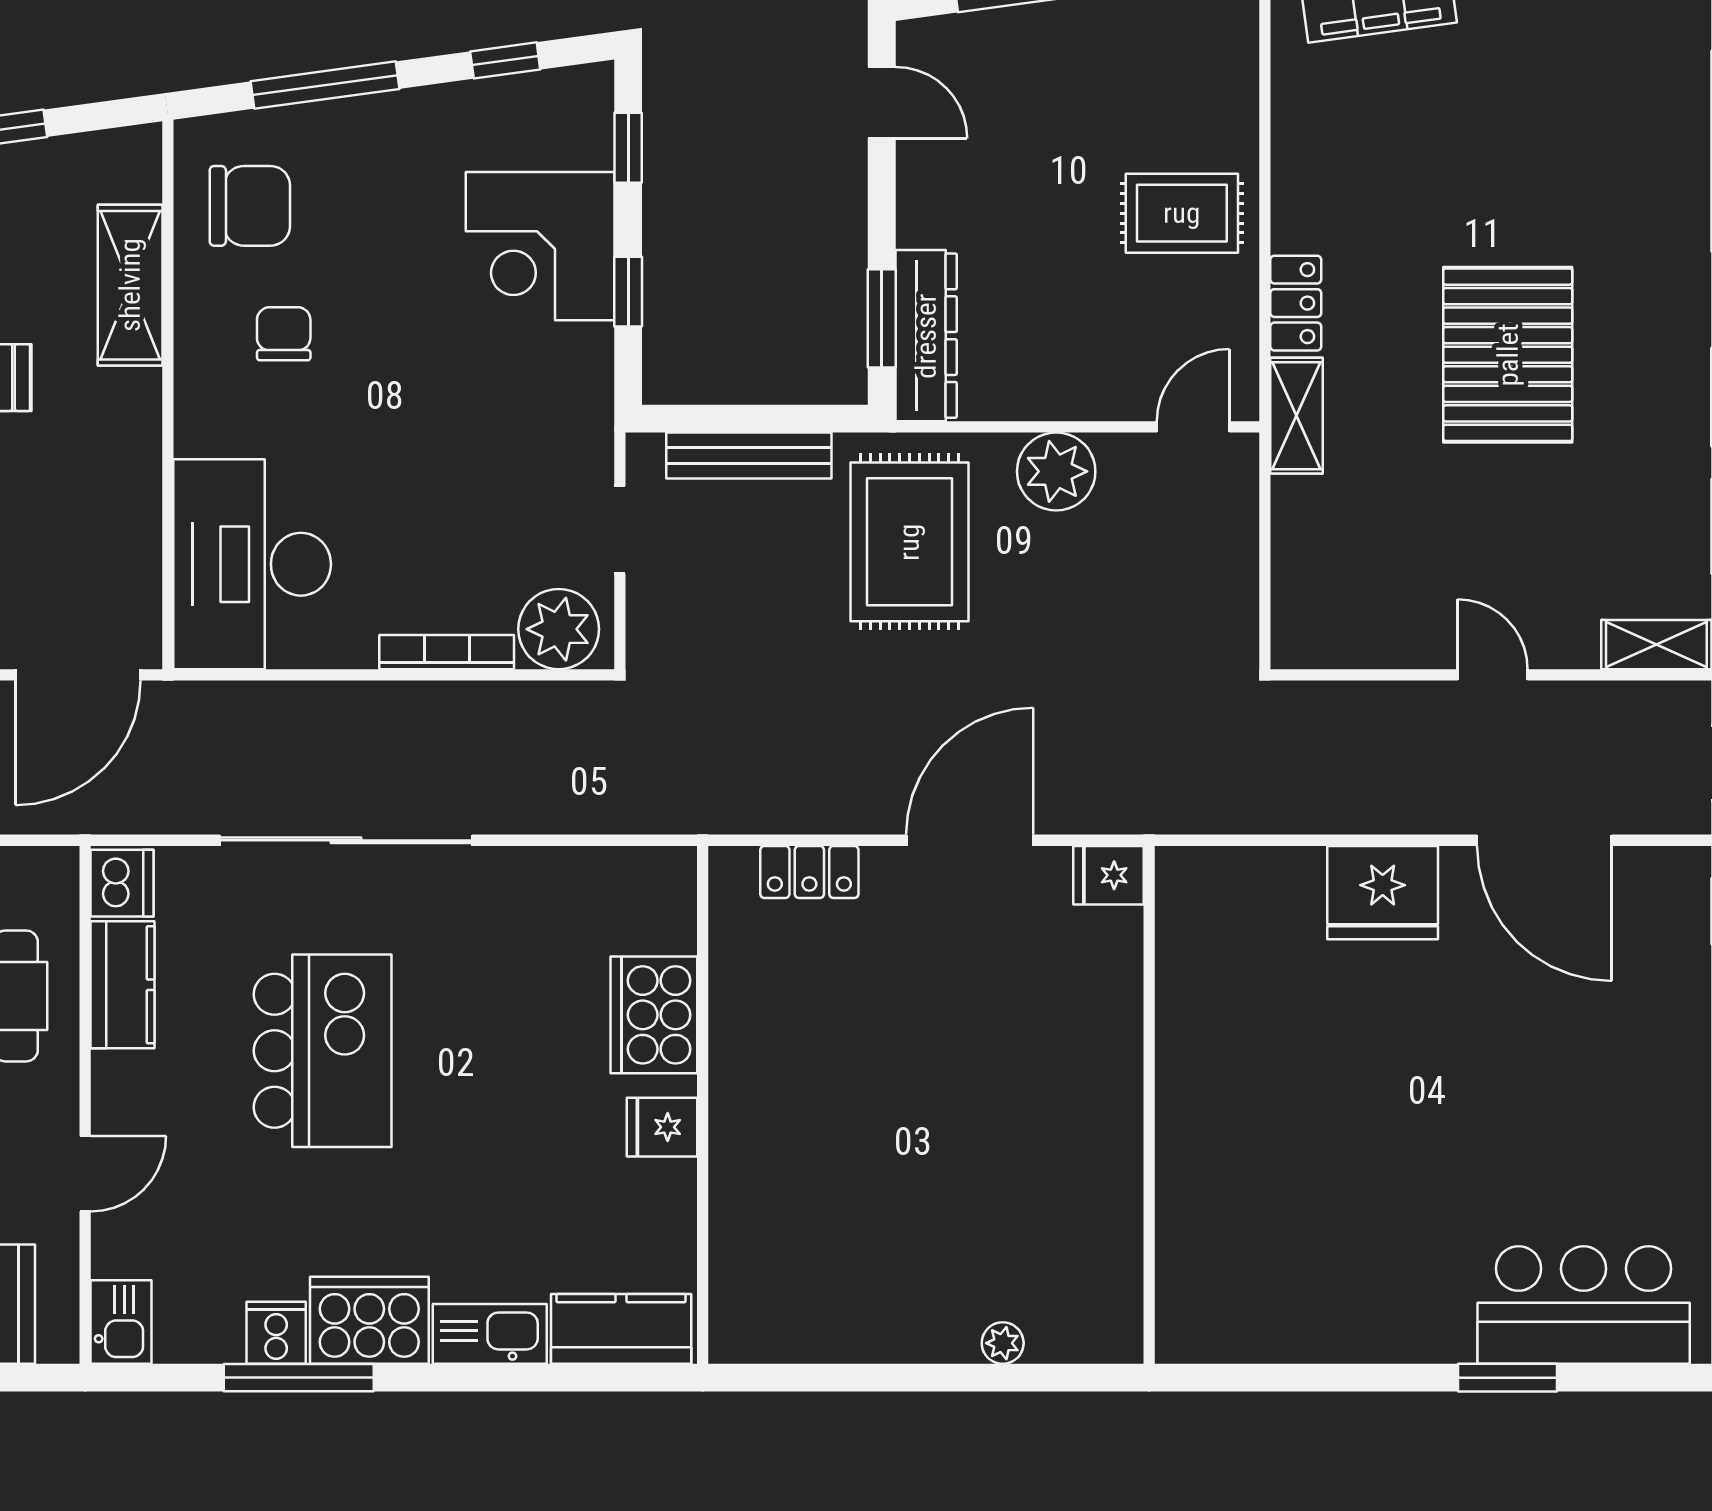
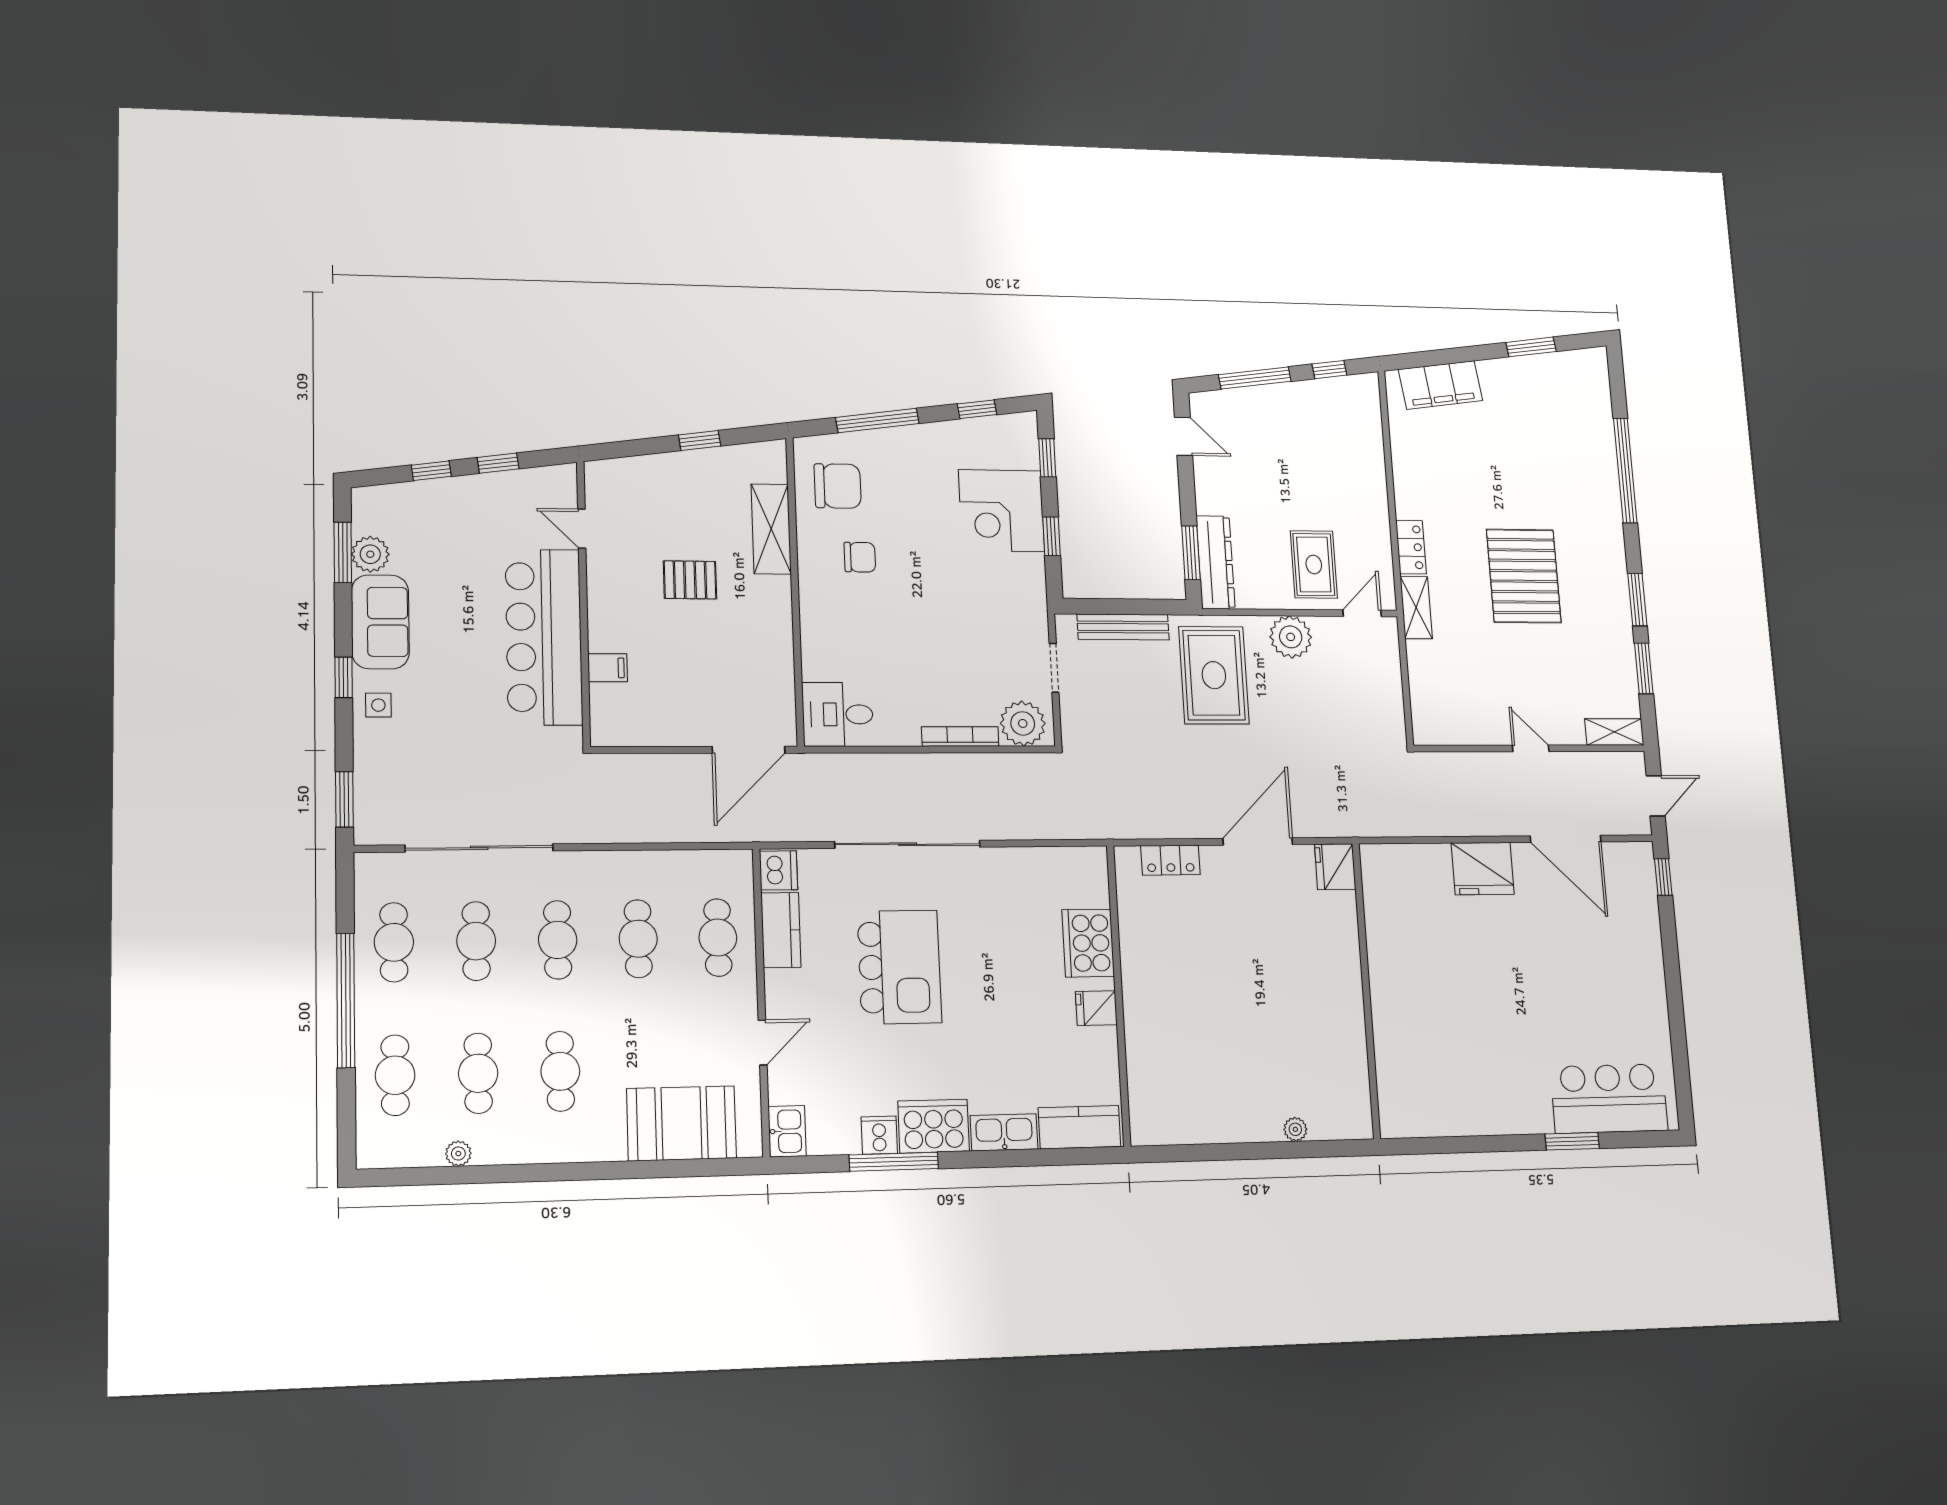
rug: (1182, 213) -> (1314, 564), moved, turned 90
chair: (284, 334) -> (860, 557), turned 90
desk: (252, 564) -> (838, 714), width x0.53, depth x0.77
fridge: (1108, 875) -> (1335, 867), width x1.38

